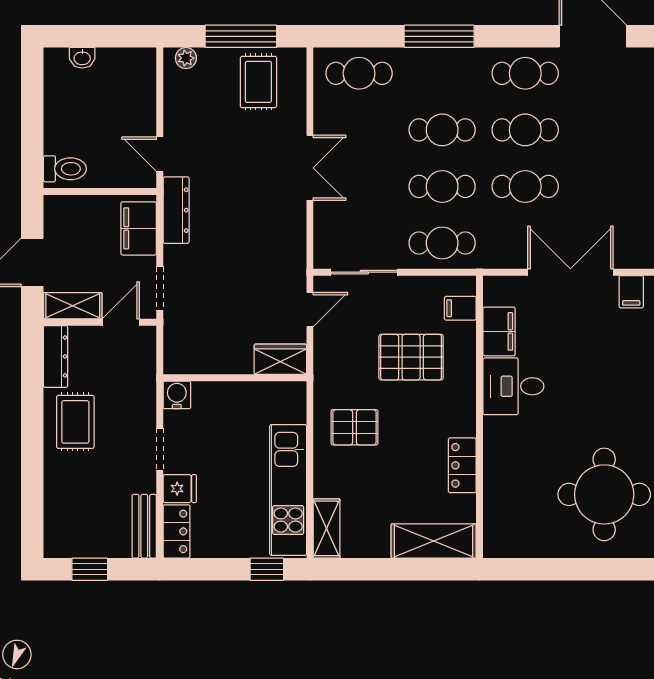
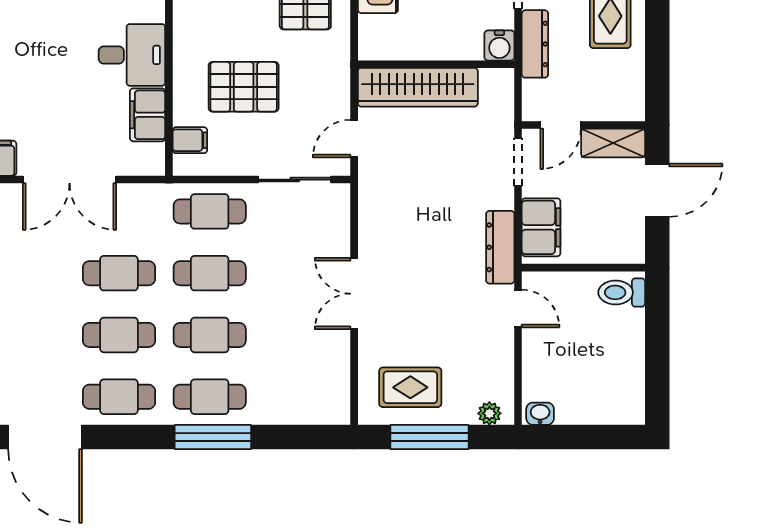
washbasin: (82, 58) -> (540, 414), moved
cafe table: (359, 73) -> (210, 397), moved
rug: (258, 82) -> (410, 387), turned 90
dresser: (56, 356) -> (535, 44), moved, turned 180
wardrobe: (280, 359) -> (418, 87), width x2.10, depth x1.17

